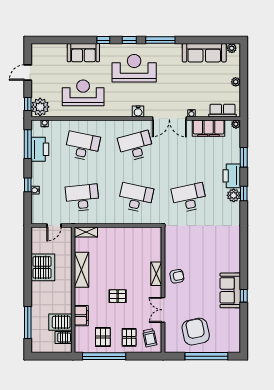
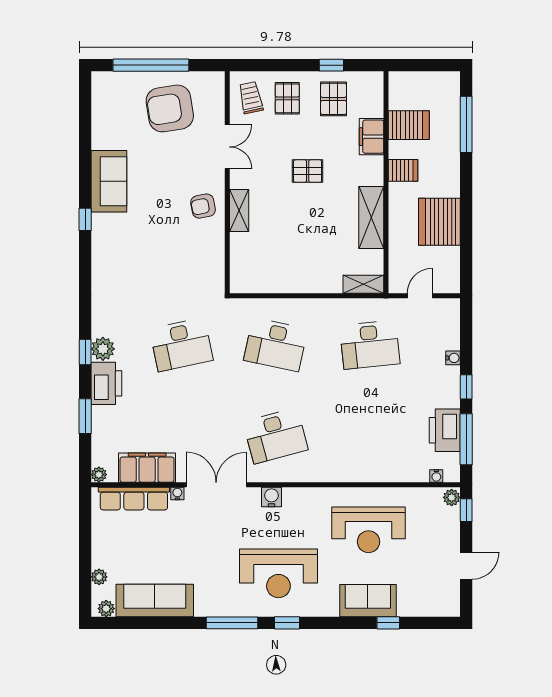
window: (103, 40) -> (388, 623), moved
plant: (236, 82) -> (99, 577), moved
plant: (40, 107) -> (452, 497), width x0.53, depth x0.53
row of seats: (223, 111) -> (134, 499), width x1.48
desk: (82, 146) -> (370, 436), removed
window: (28, 185) -> (466, 387), moved
window: (244, 296) -> (85, 219), moved
armchair: (196, 332) -> (170, 108), turned 93
server rack: (63, 337) -> (403, 170), moved
window: (104, 356) -> (331, 65), width x0.32

